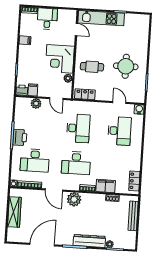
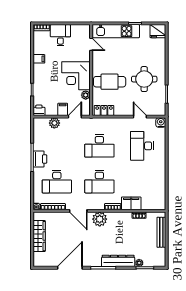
fridge: (142, 21) -> (158, 31), added
cafe table: (92, 67) -> (110, 82), width x1.37, depth x1.35
filing cabinet: (33, 90) -> (63, 109), moved
door: (56, 98) -> (75, 117), swing flipped
desk: (78, 128) -> (99, 146), turned 90
desk: (119, 131) -> (142, 146), turned 180
locker: (134, 181) -> (160, 196), removed

